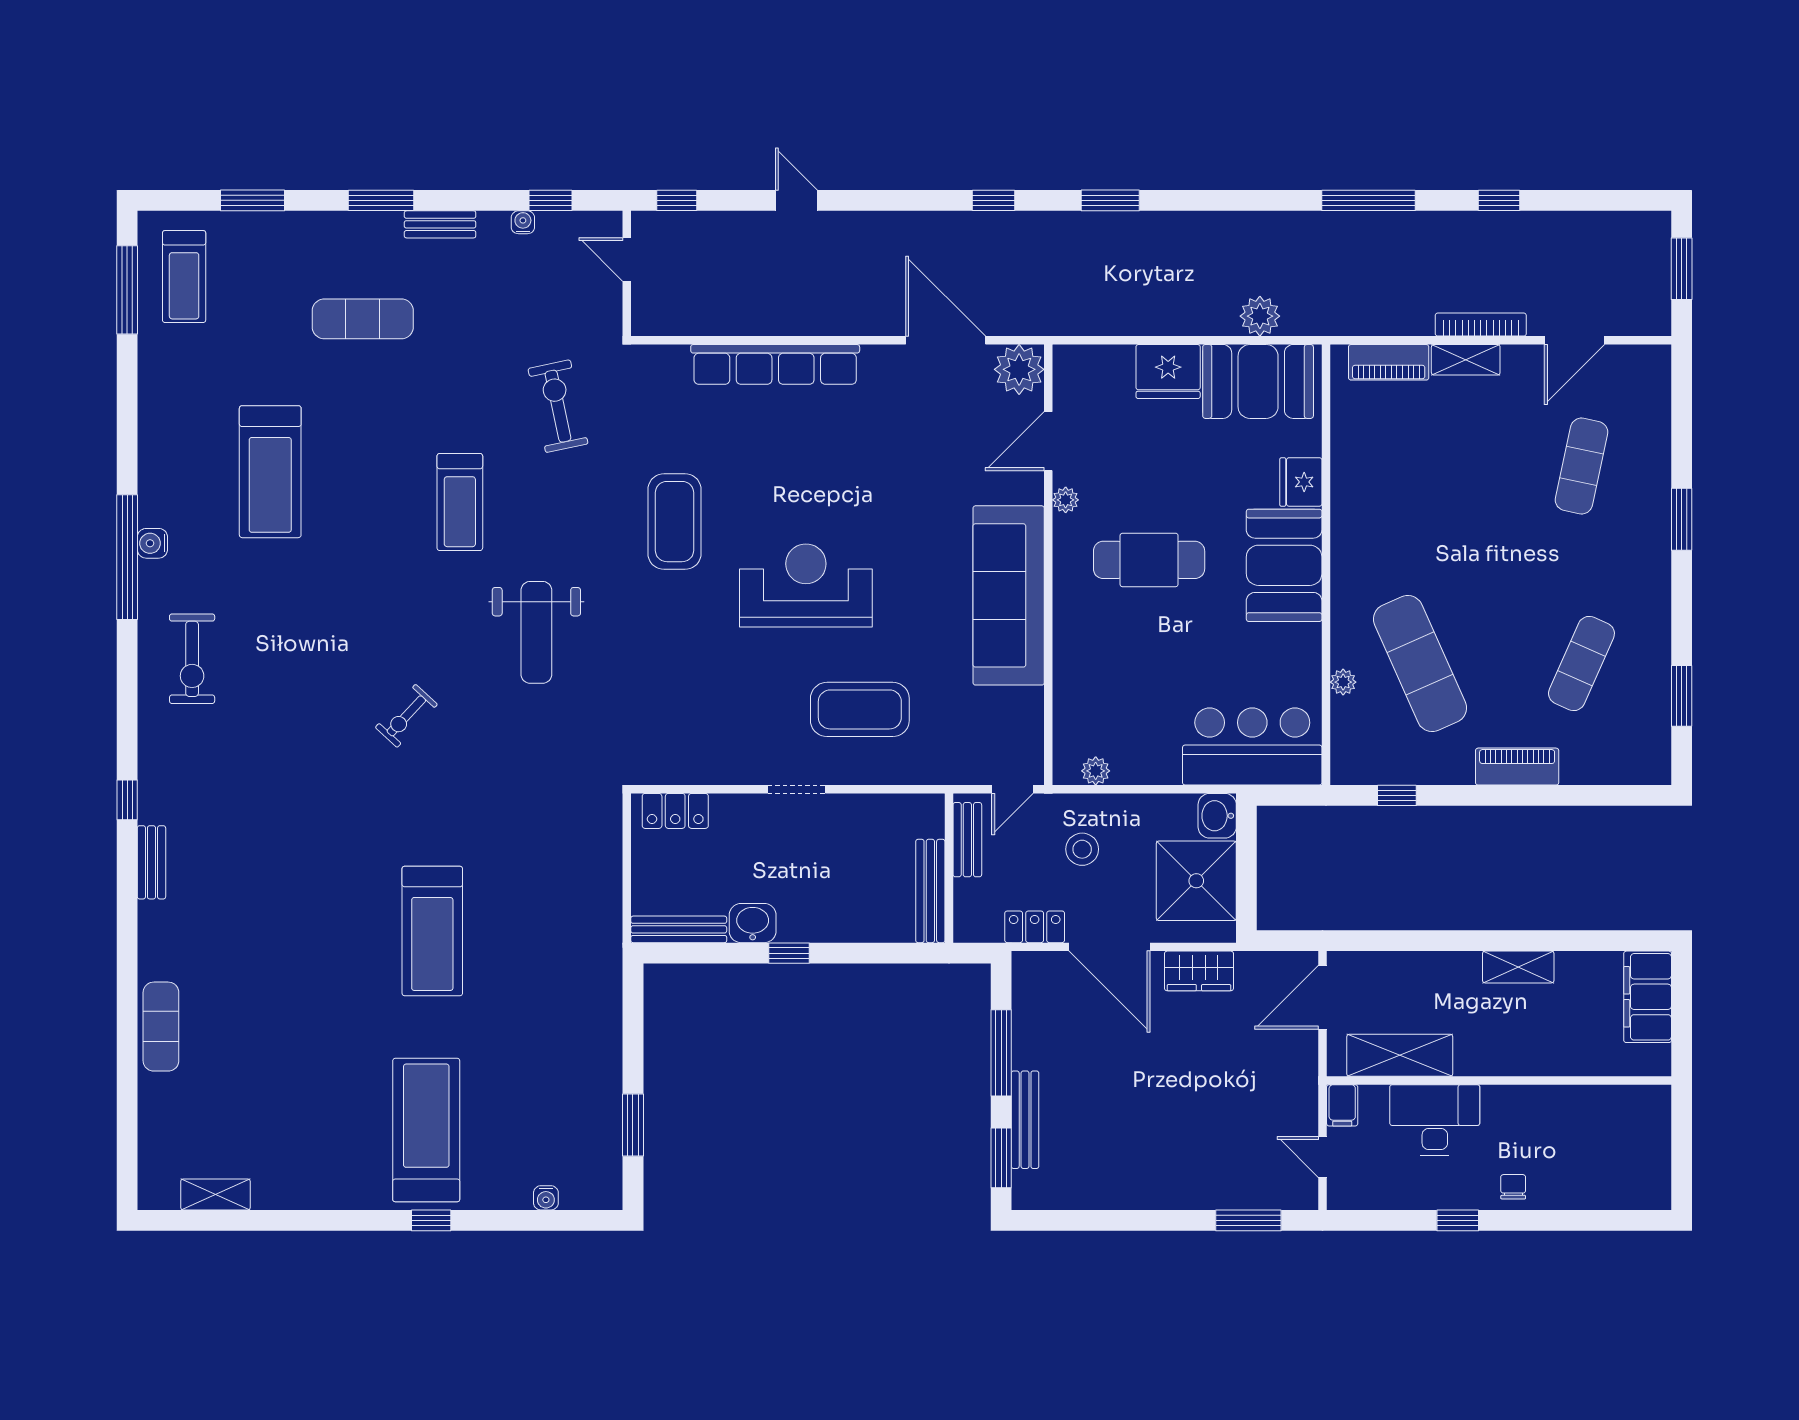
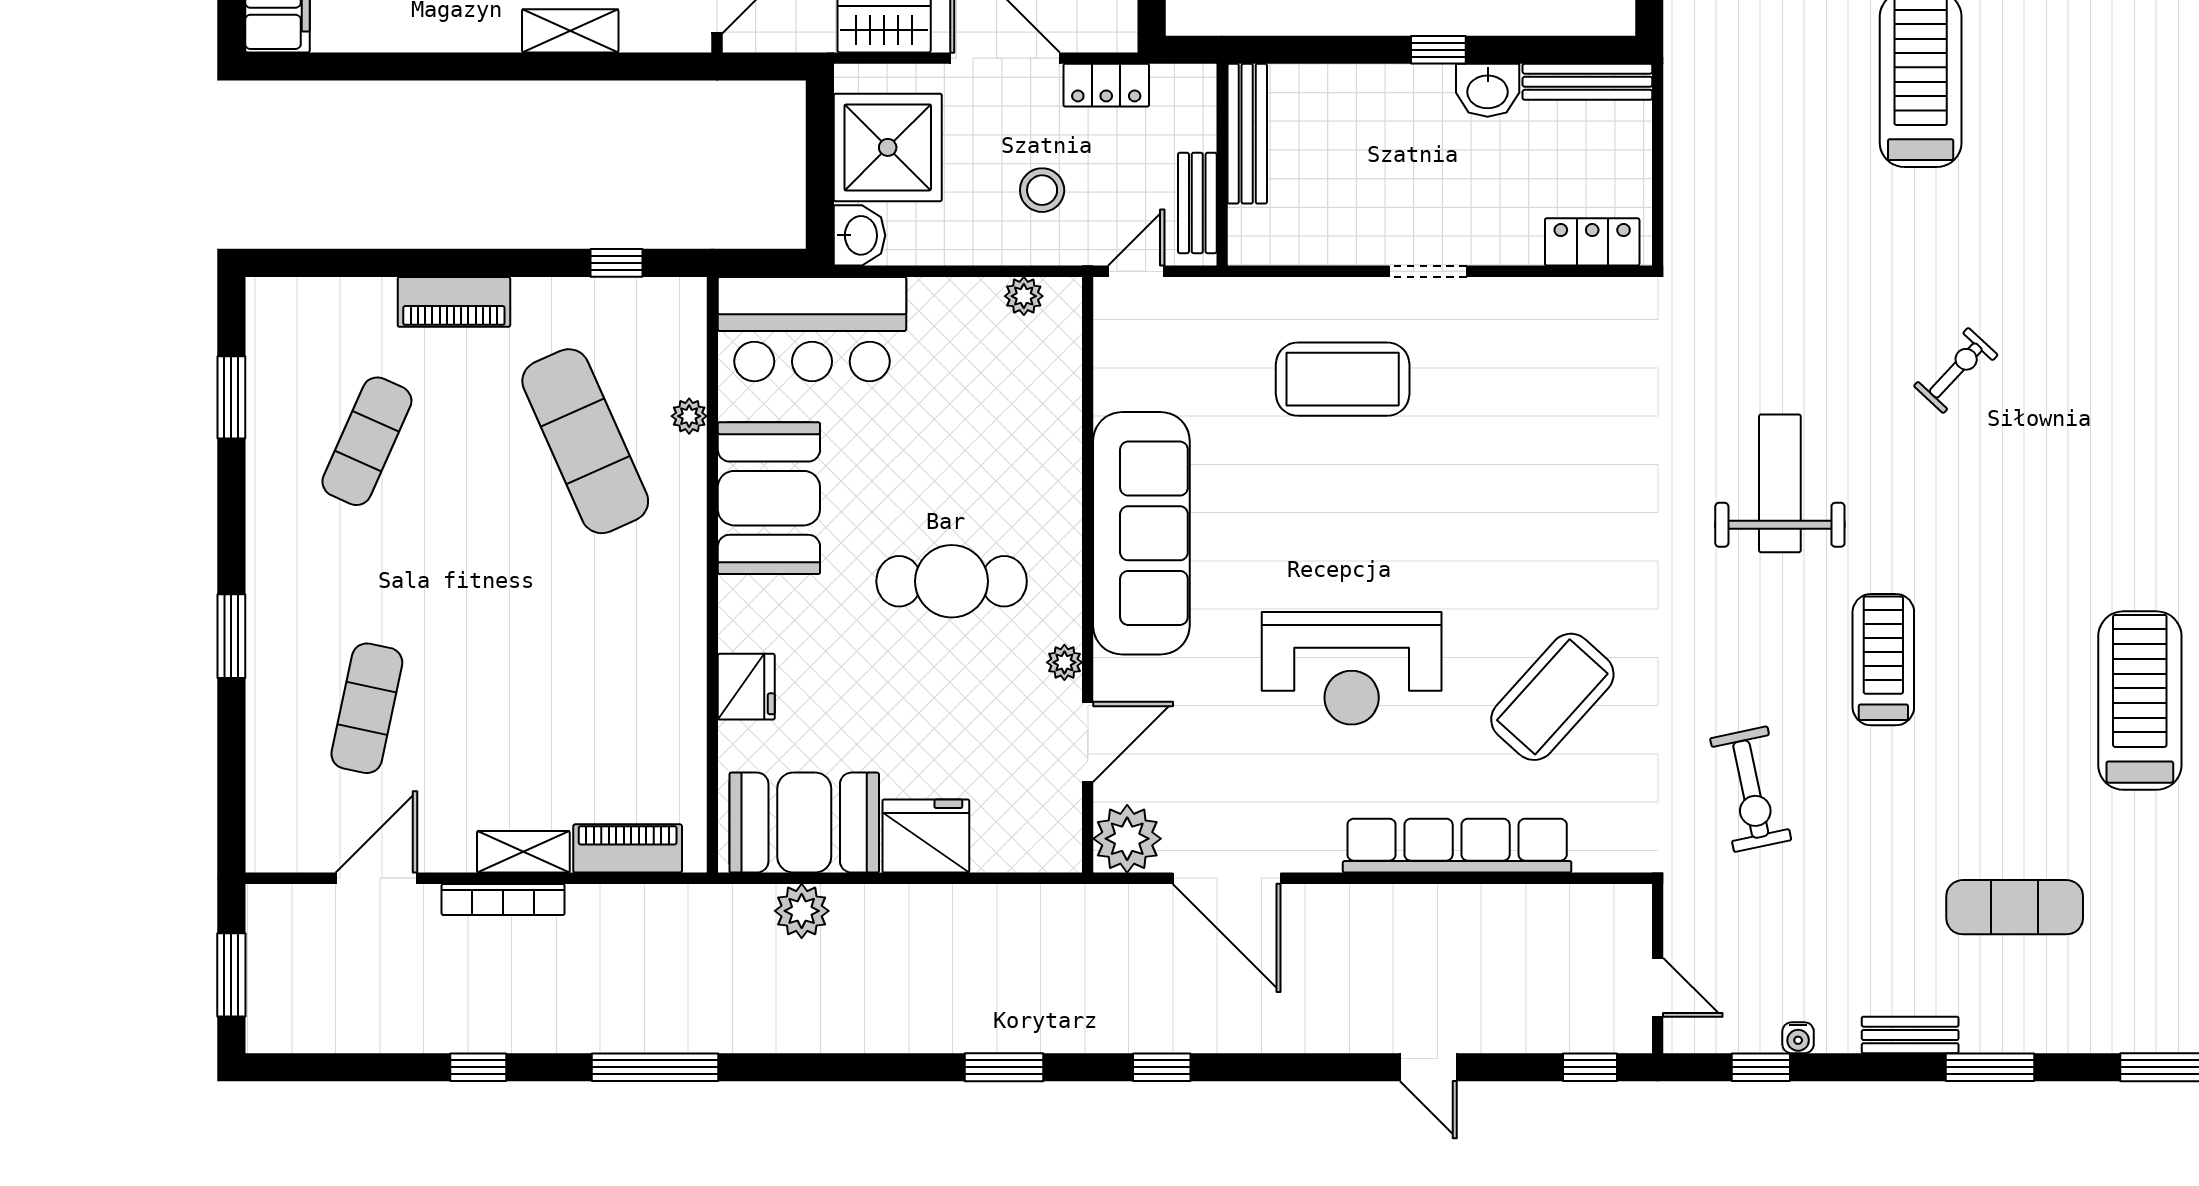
coffee table: (674, 522) -> (1552, 697), moved, turned 42
booth: (1284, 565) -> (769, 498), moved
reception desk: (806, 585) -> (1352, 668), moved
shelving: (1518, 967) -> (570, 31), moved

